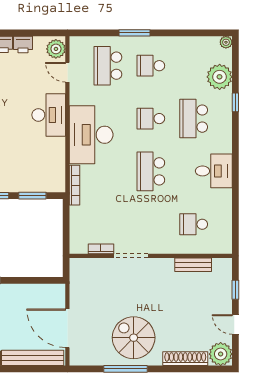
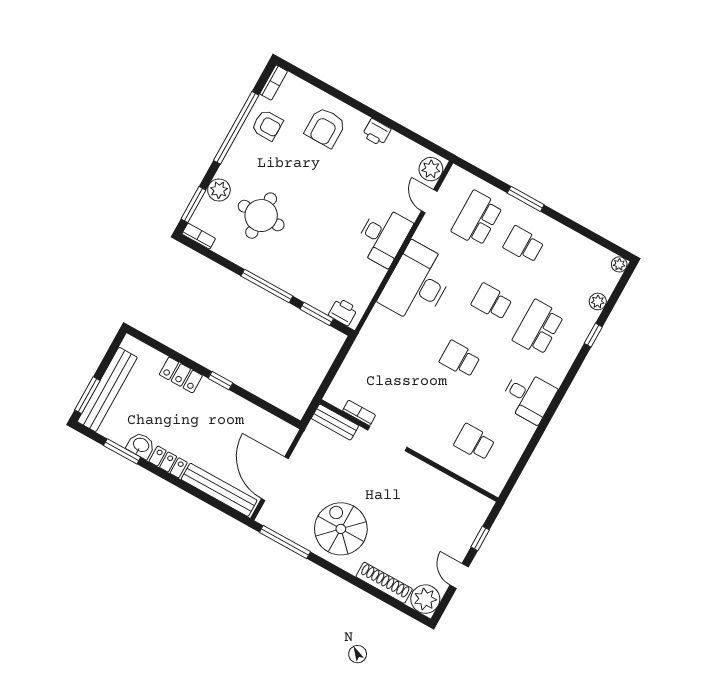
printer: (23, 44) -> (343, 312), moved, turned 180
plant: (220, 77) -> (598, 302), width x0.53, depth x0.53
school desk: (151, 171) -> (460, 359), width x0.54
bookcase: (74, 185) -> (369, 328), removed
bench: (193, 265) -> (335, 422), moved
window: (125, 369) -> (285, 542), moved

